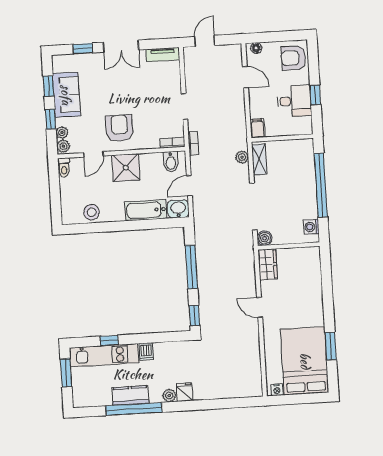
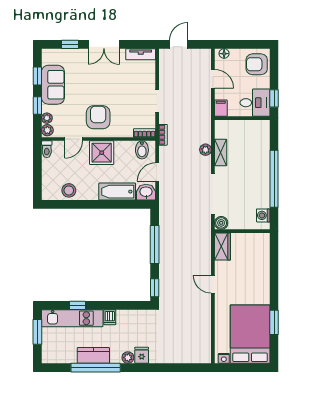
filing cabinet: (257, 128) -> (221, 108), moved
wall: (282, 138) -> (242, 118), moved

